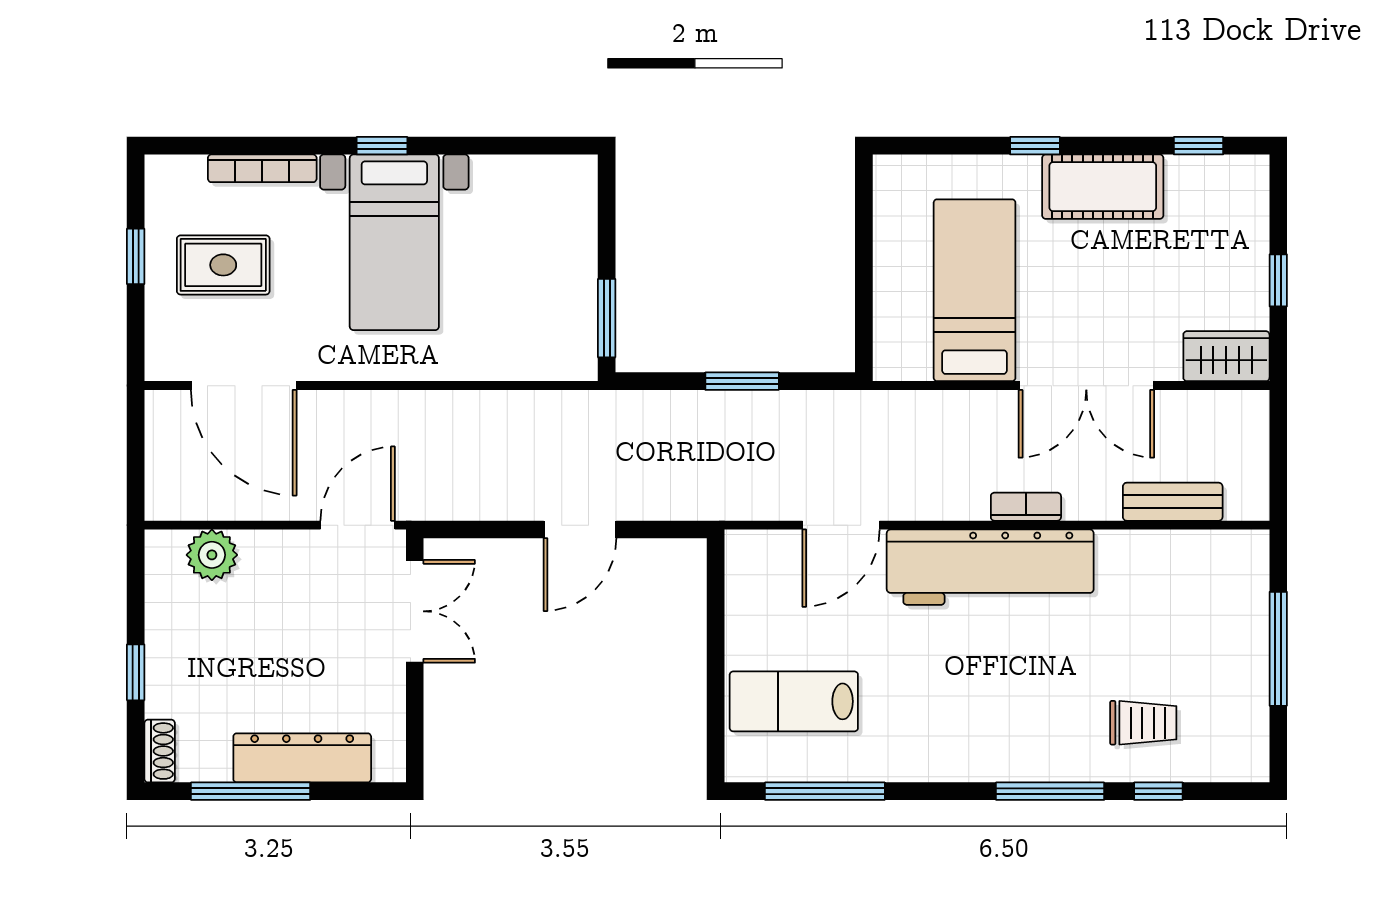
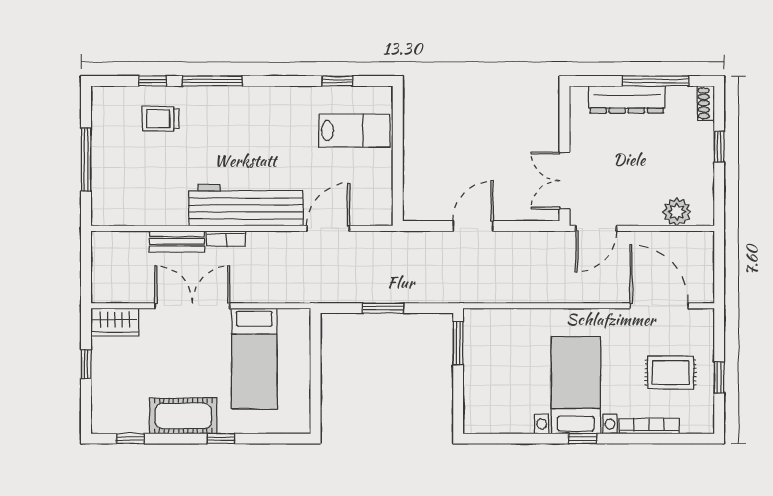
bench: (1173, 502) -> (177, 241), moved
window: (825, 791) -> (337, 81), width x0.46

